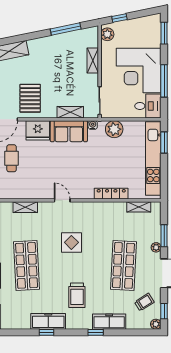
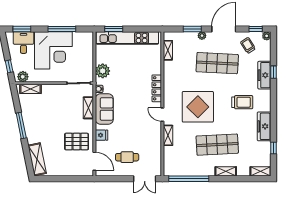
window: (66, 29) -> (21, 126), moved
shelving: (93, 61) -> (31, 89), moved
desk: (148, 106) -> (24, 43), moved
fridge: (38, 130) -> (102, 135), width x0.53, depth x0.75
locker: (111, 194) -> (157, 88), moved
door: (62, 200) -> (162, 115), hinge flipped
shelving: (25, 207) -> (168, 135), moved
display table: (71, 242) -> (198, 107), width x1.86, depth x1.86
window: (47, 332) -> (273, 148), moved
window: (96, 332) -> (273, 72), moved

